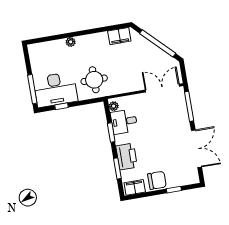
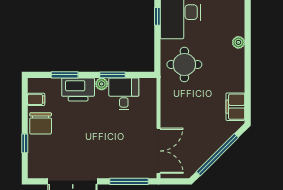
plant: (114, 106) -> (102, 84), moved
filing cabinet: (135, 187) -> (36, 99), width x0.50

